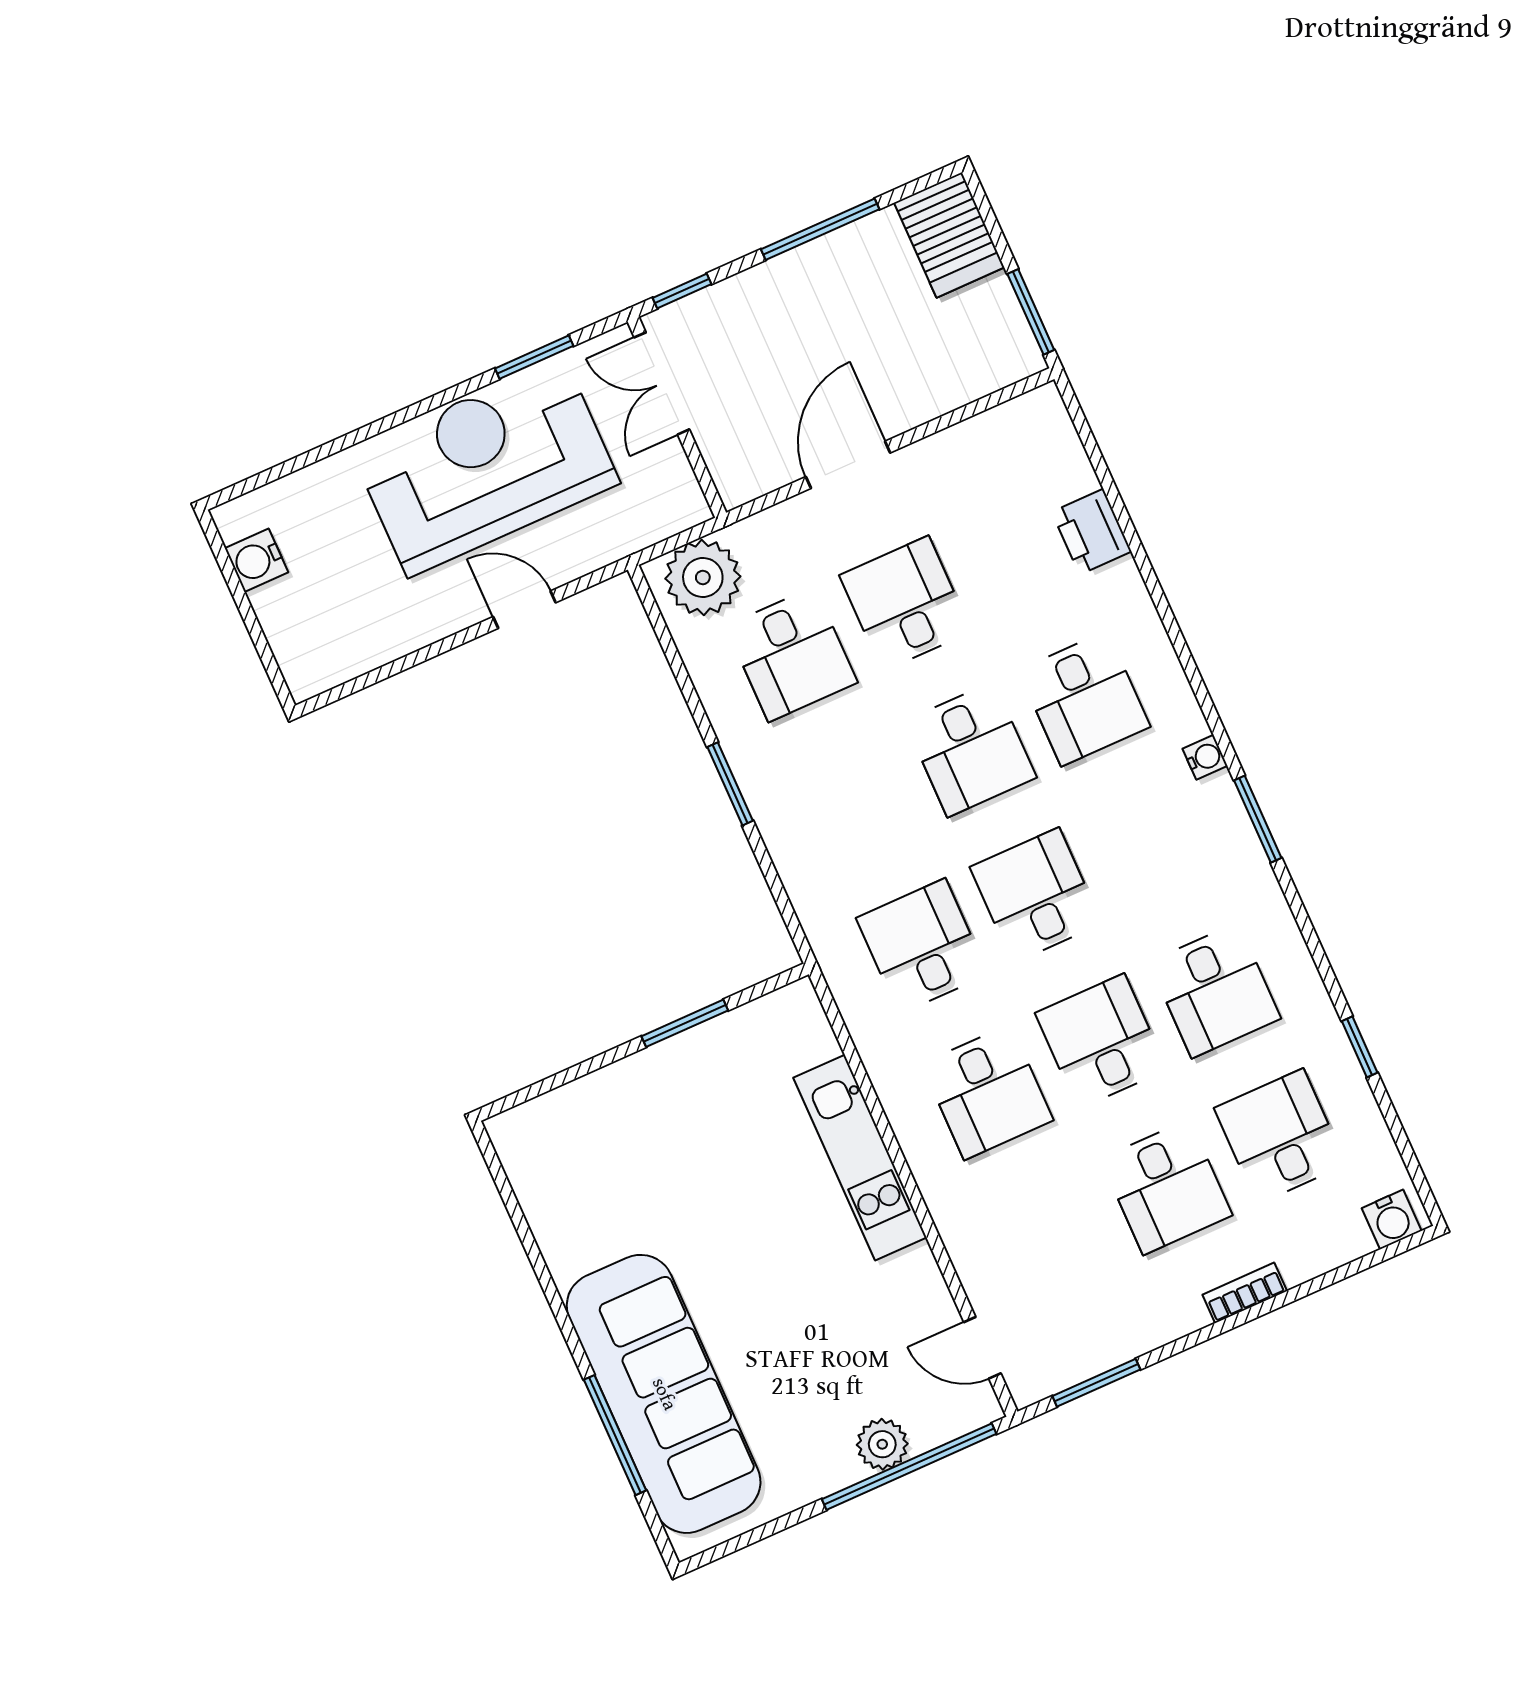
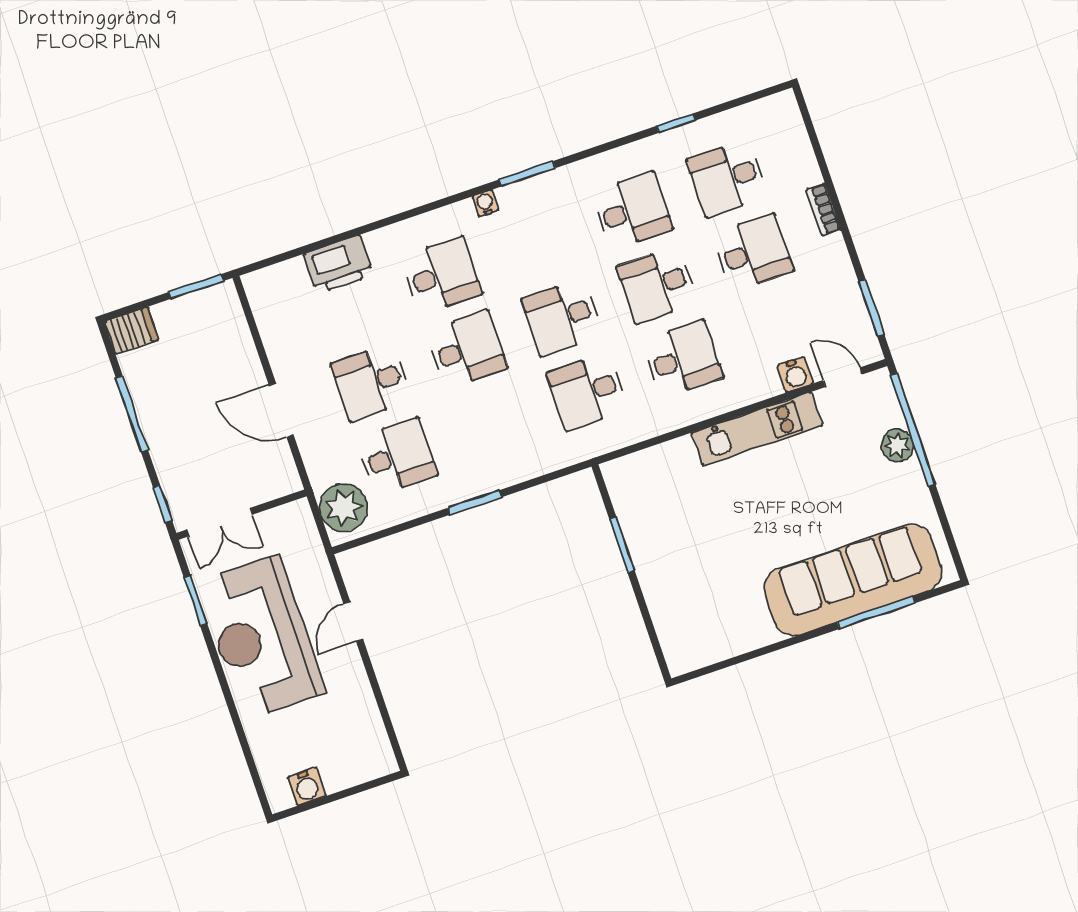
server rack: (949, 235) -> (131, 331), width x0.73, depth x0.70
printer: (1092, 532) -> (338, 265), width x1.37, depth x1.19
kitchen unit: (860, 1158) -> (757, 429), moved
water cooler: (1392, 1219) -> (795, 374), moved, turned 90
door: (982, 1348) -> (843, 377), swing flipped

